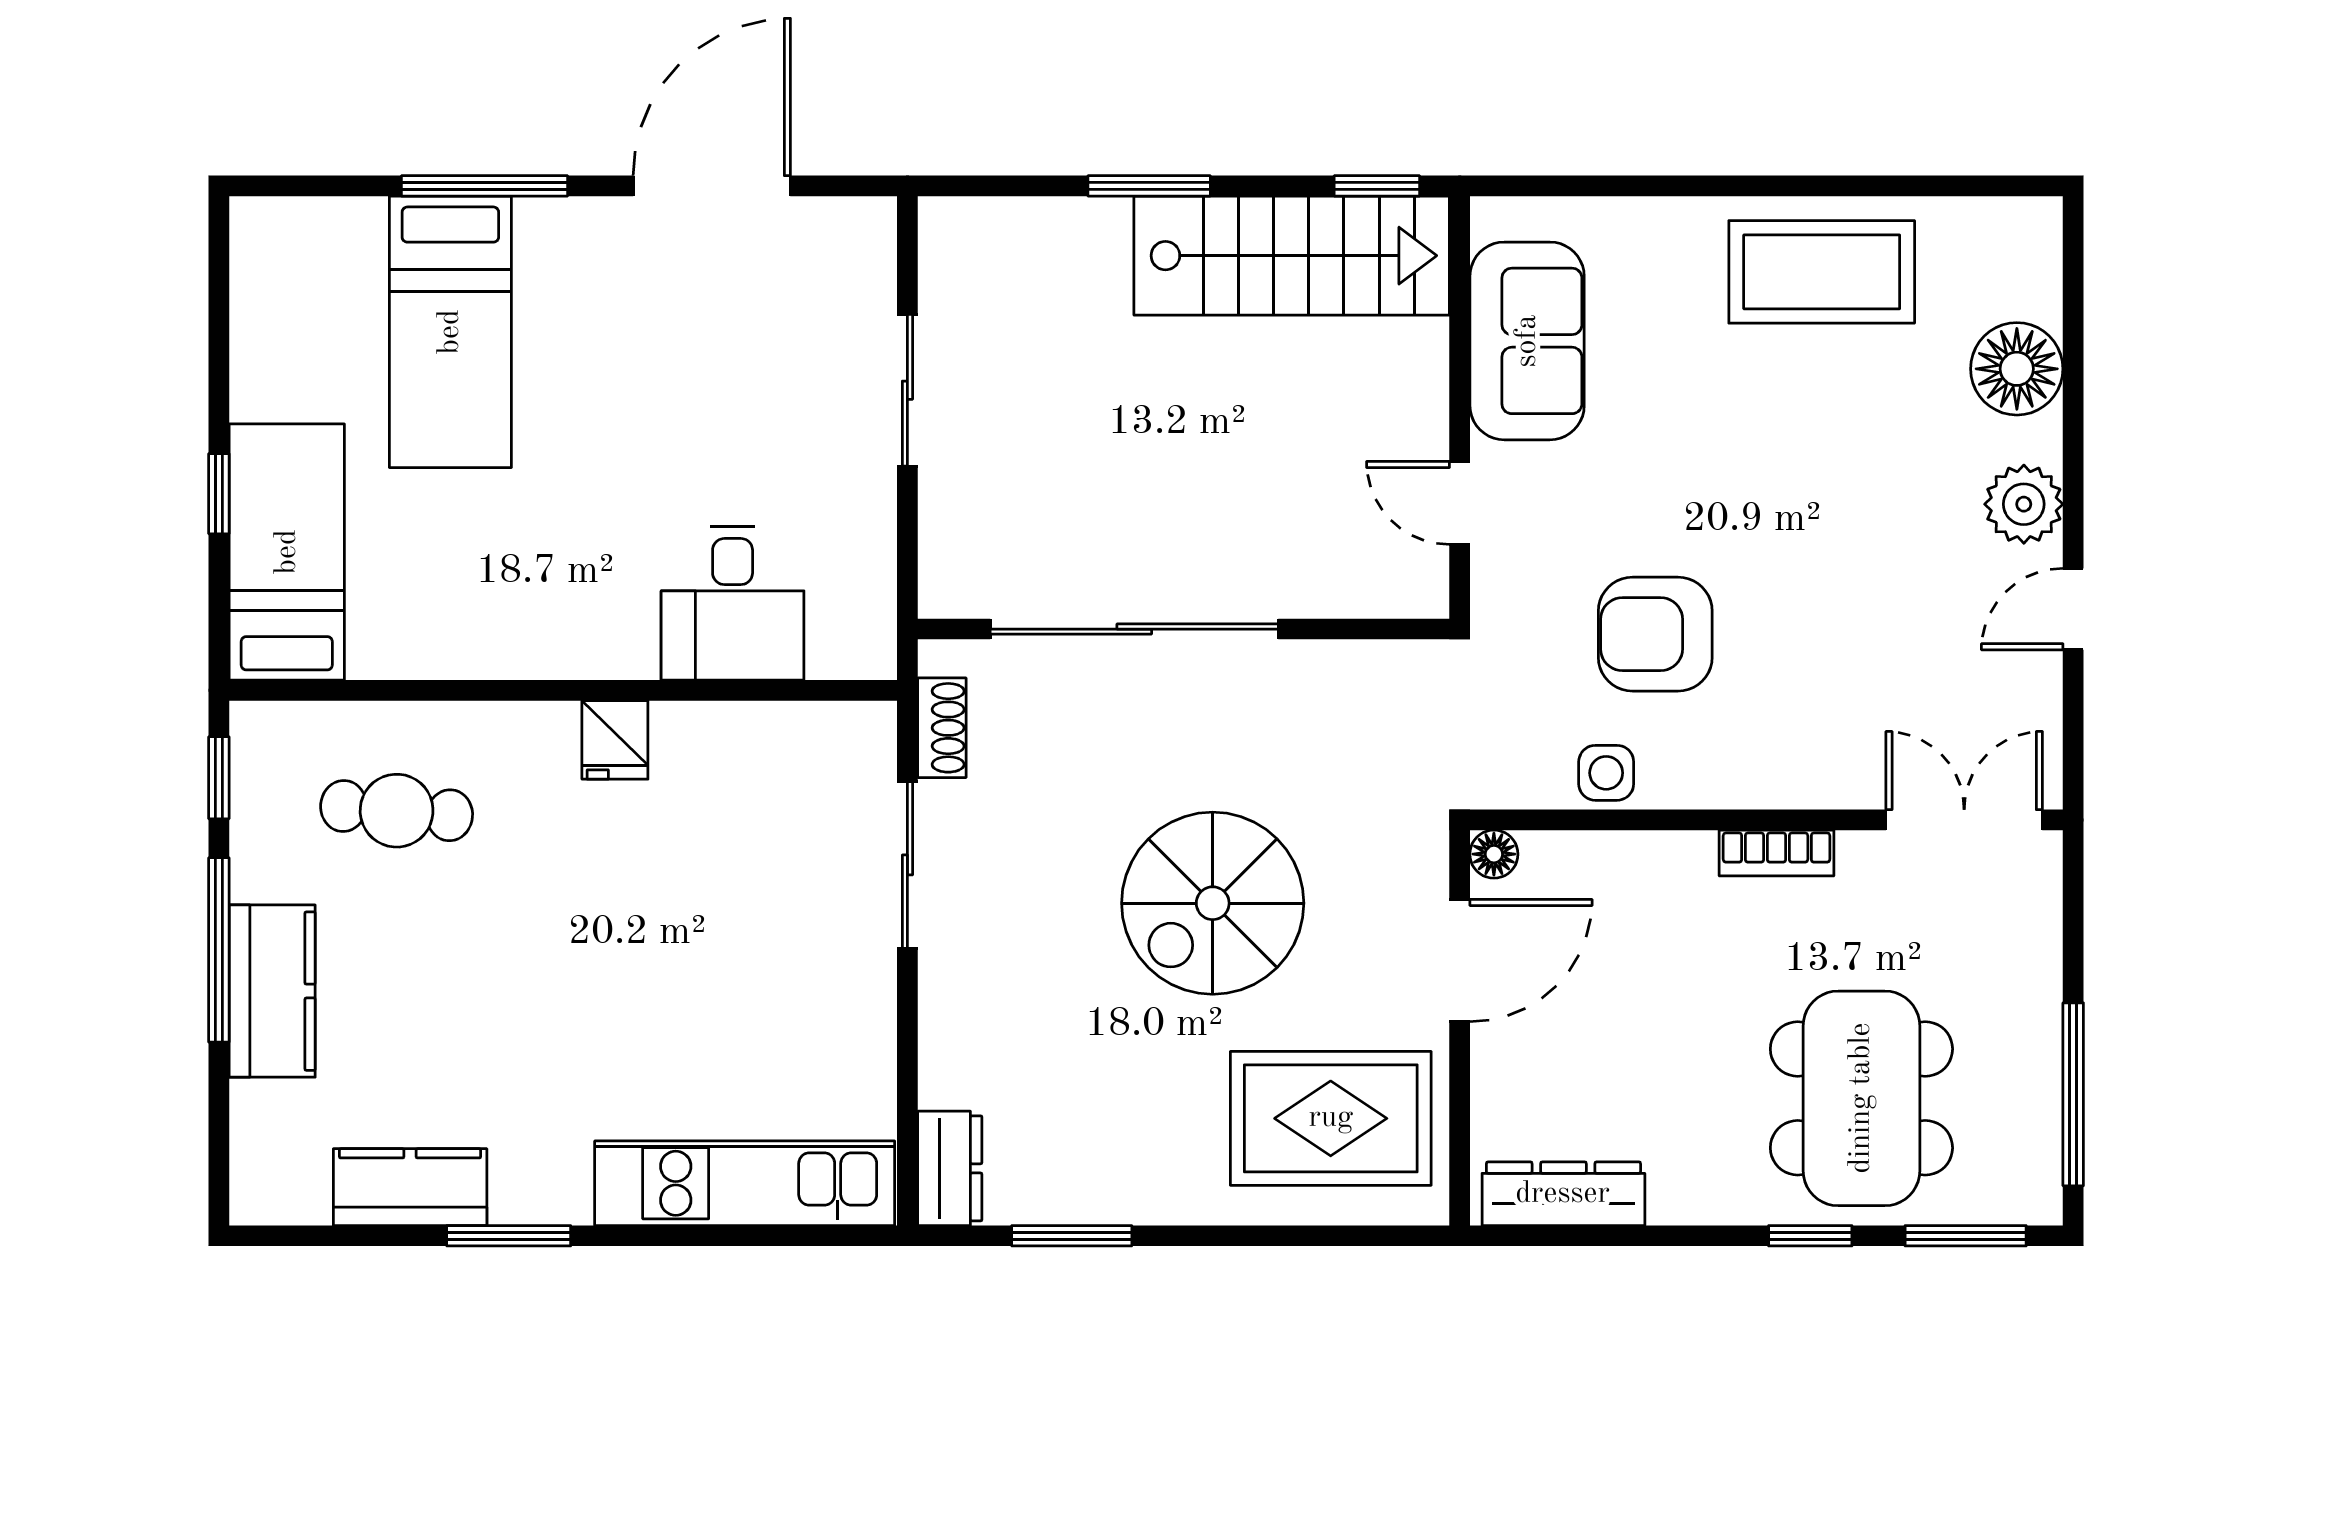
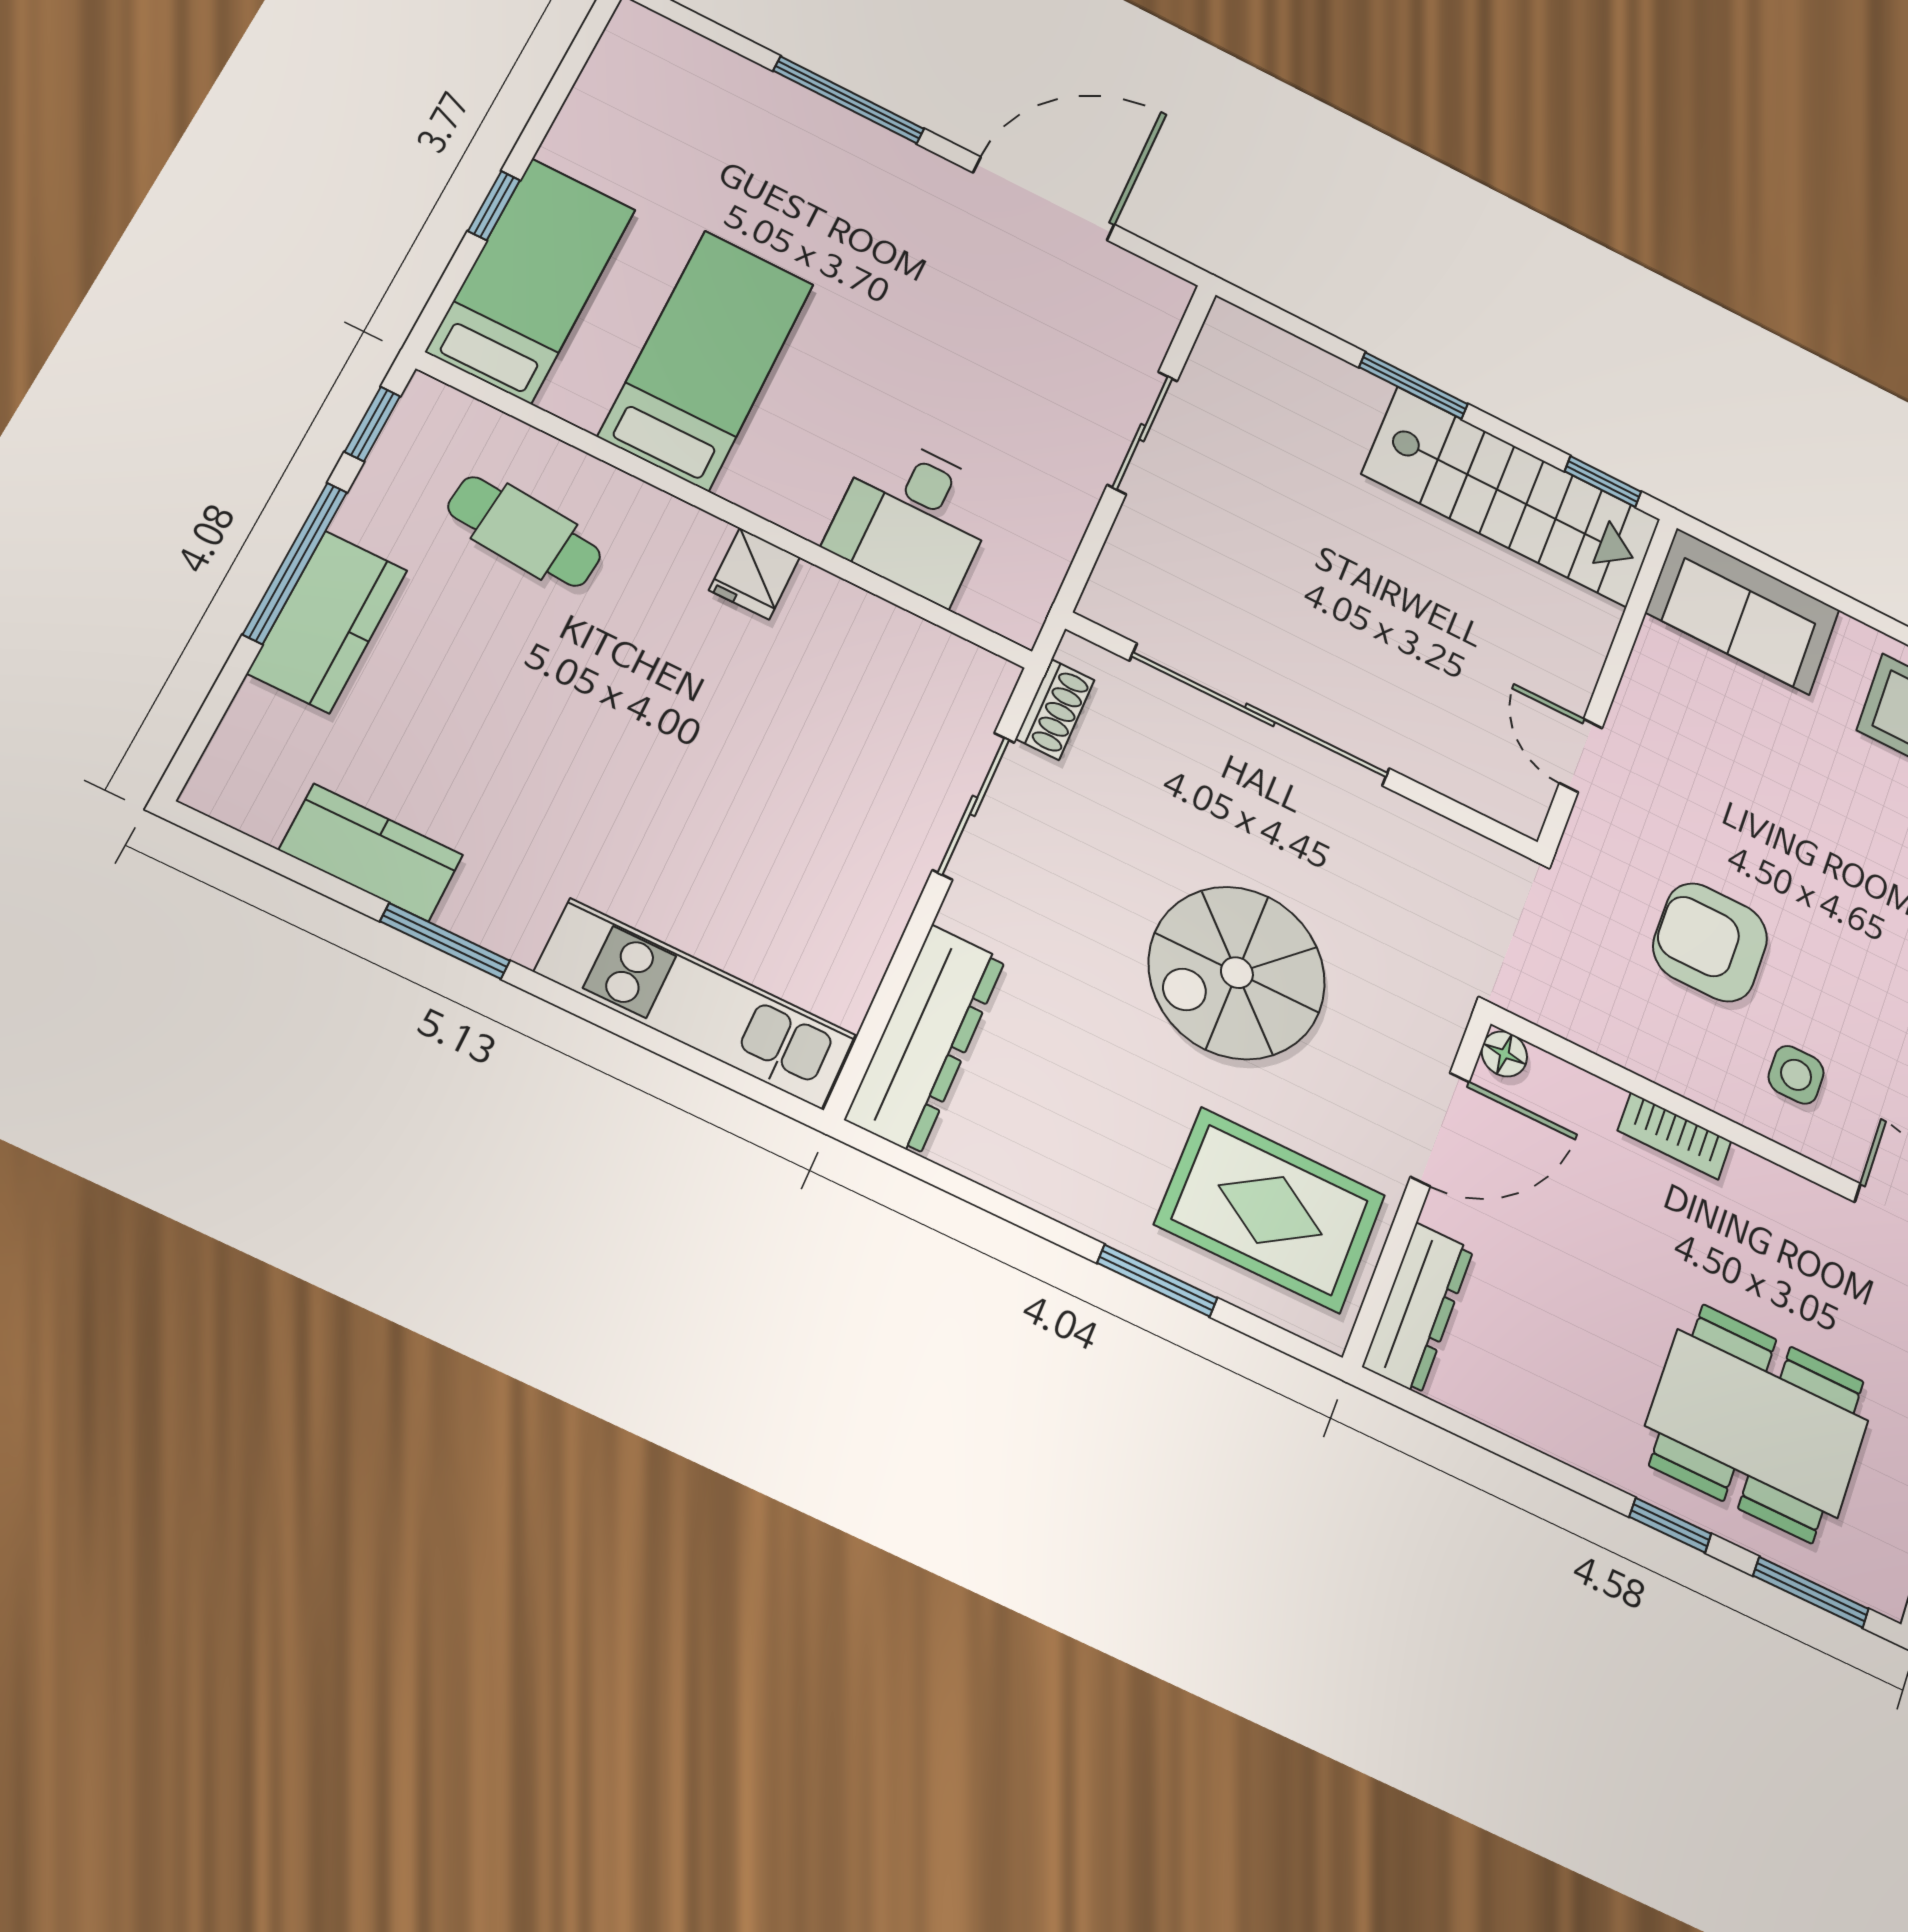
bed: (450, 332) -> (707, 360), moved, turned 180
sofa: (1527, 341) -> (1743, 611), moved, turned 90
side table: (1606, 773) -> (1796, 1075), moved
bookcase: (1777, 853) -> (1675, 1136), moved
dining table: (1861, 1098) -> (1757, 1423), turned 90
dresser: (950, 1168) -> (926, 1039), width x1.96, depth x1.24
dresser: (1563, 1194) -> (1418, 1308), moved, turned 90
window: (1072, 1236) -> (1157, 1281), moved

